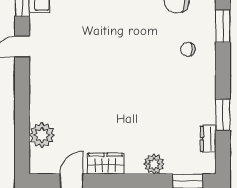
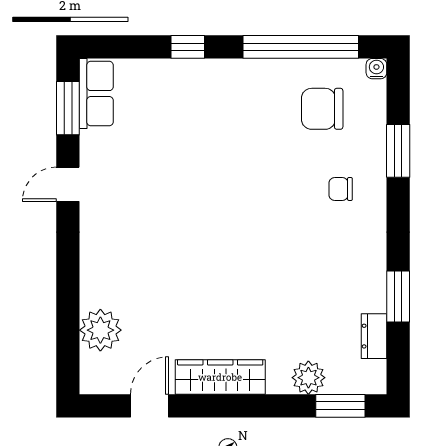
wardrobe: (106, 164) -> (220, 377), width x1.50
plant: (154, 164) -> (308, 378), moved

